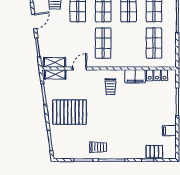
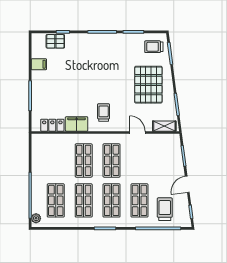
shop shelf: (154, 43) -> (84, 160), moved
shelving: (55, 62) -> (165, 139), removed
door: (80, 68) -> (137, 133), swing flipped
pallet: (70, 112) -> (148, 85), turned 90
trolley: (98, 147) -> (154, 47), moved

